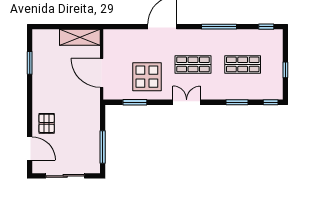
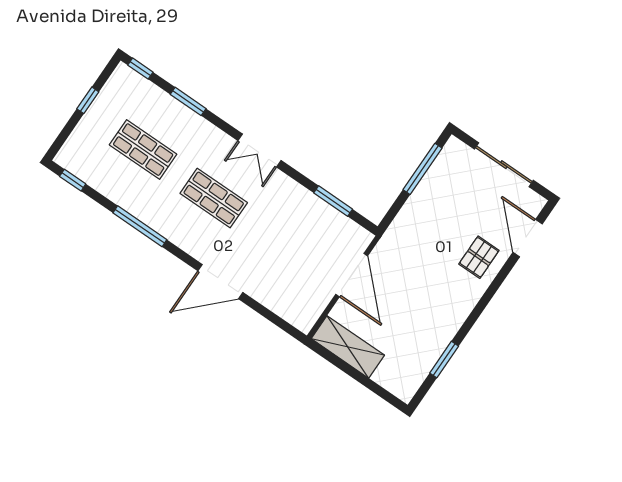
display table: (147, 77) -> (291, 226), removed

